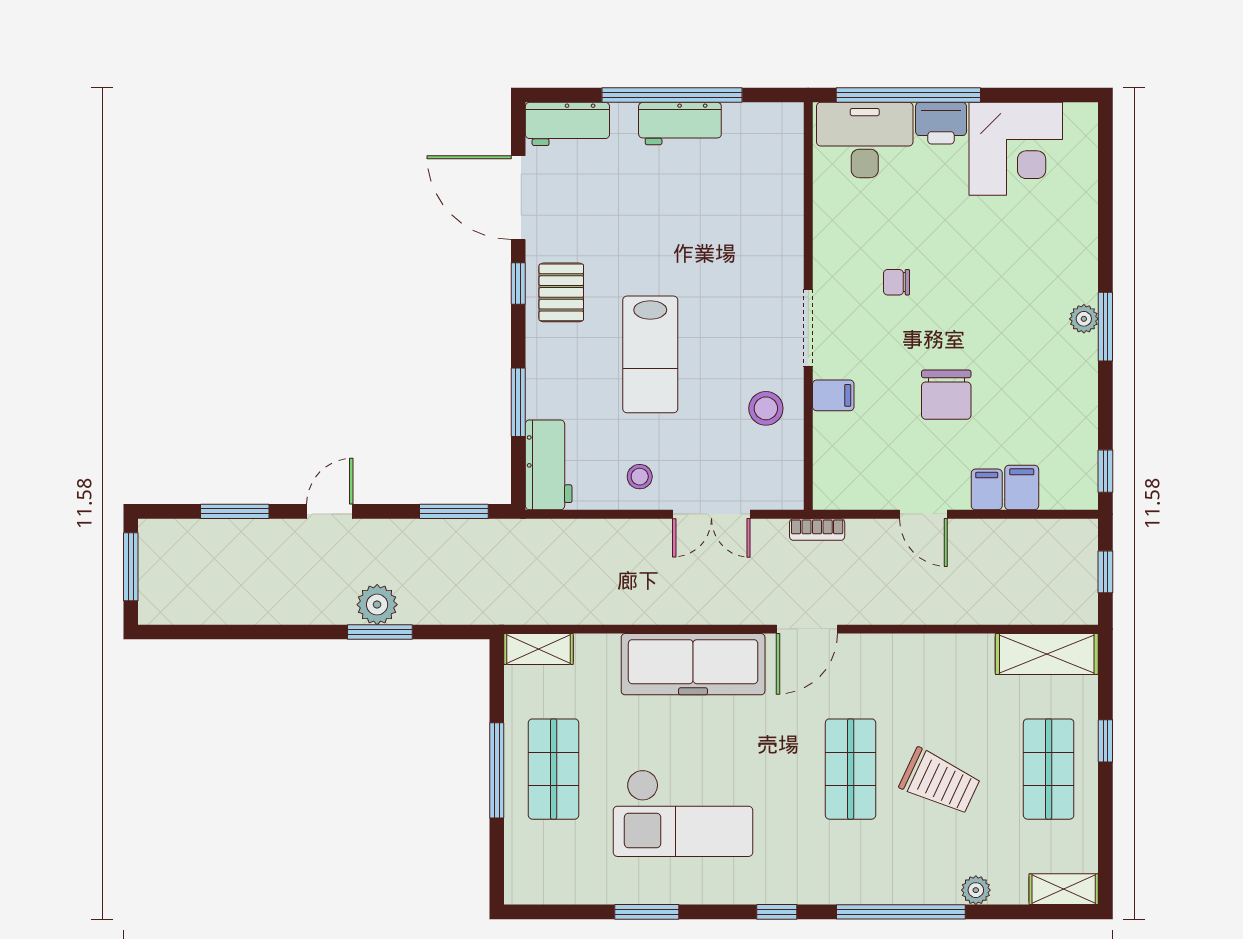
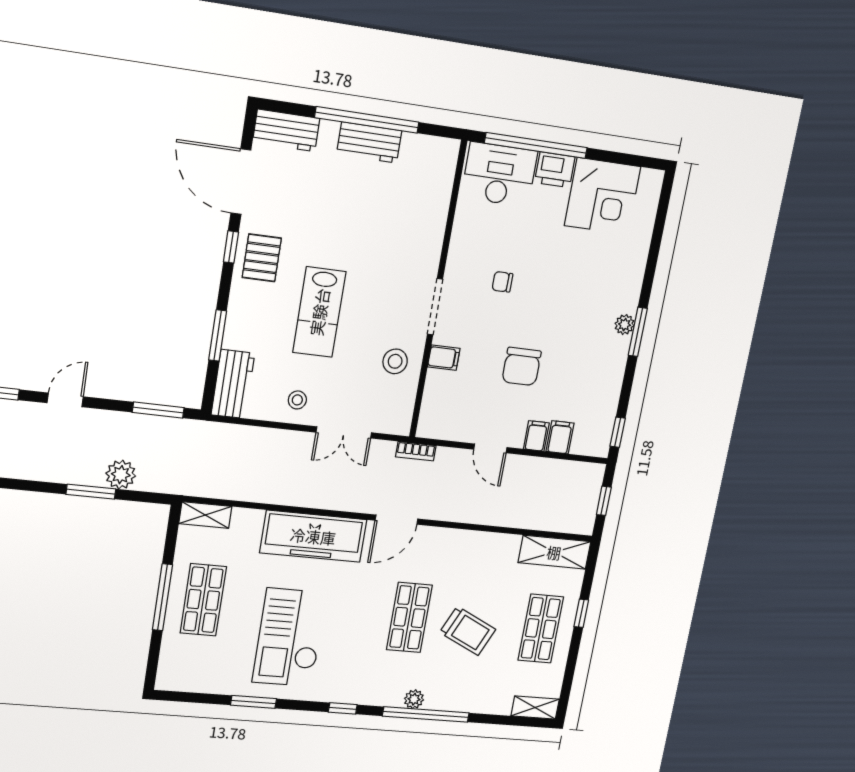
plant: (377, 605) -> (121, 475), moved
checkout: (683, 813) -> (289, 637), turned 90
plant: (976, 890) -> (414, 699), moved

